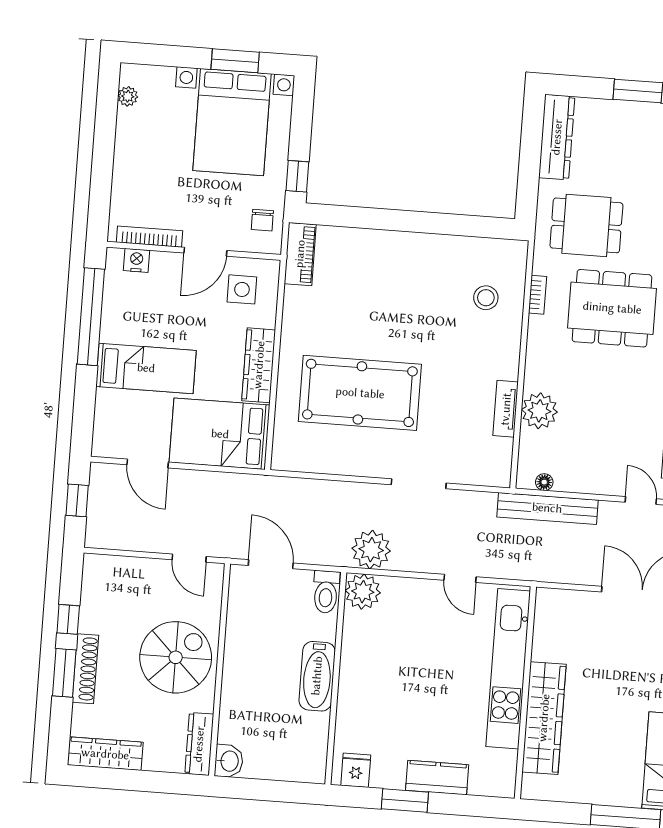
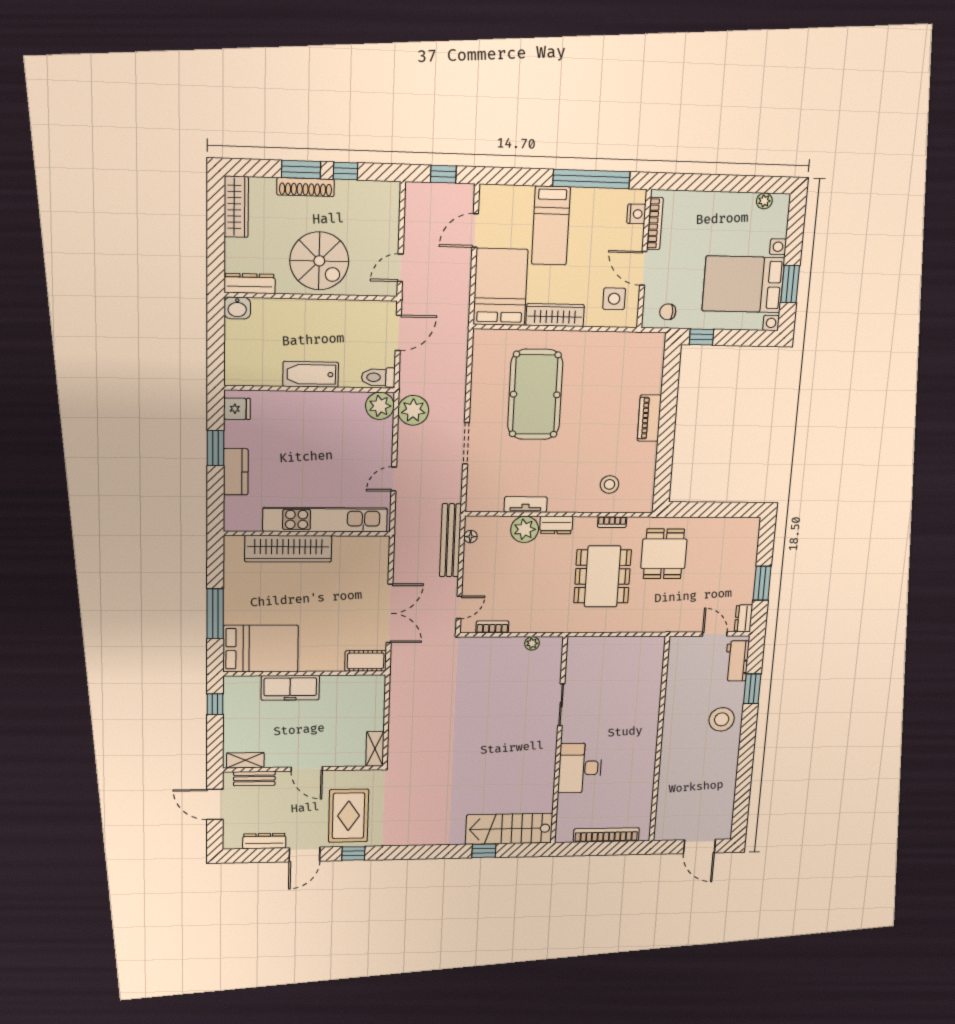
dresser: (557, 137) -> (556, 525), moved, width x0.51, depth x0.80
piano: (300, 254) -> (649, 418), moved, turned 90

